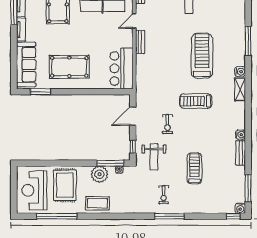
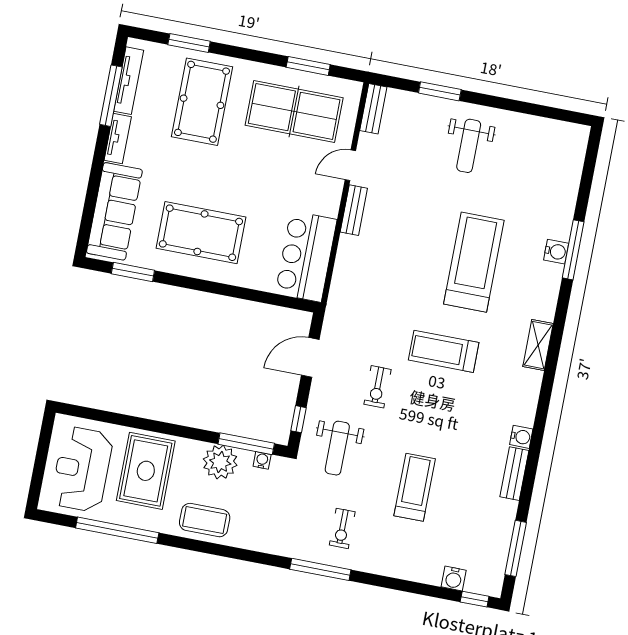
water cooler: (240, 72) -> (556, 252), moved
water cooler: (240, 208) -> (454, 578), moved
window: (169, 216) -> (320, 569), moved

